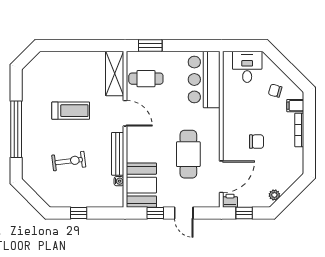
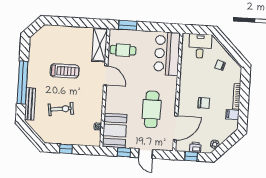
filing cabinet: (295, 106) -> (232, 114), moved
bench: (118, 154) -> (30, 104), moved
printer: (230, 201) -> (195, 147), moved

